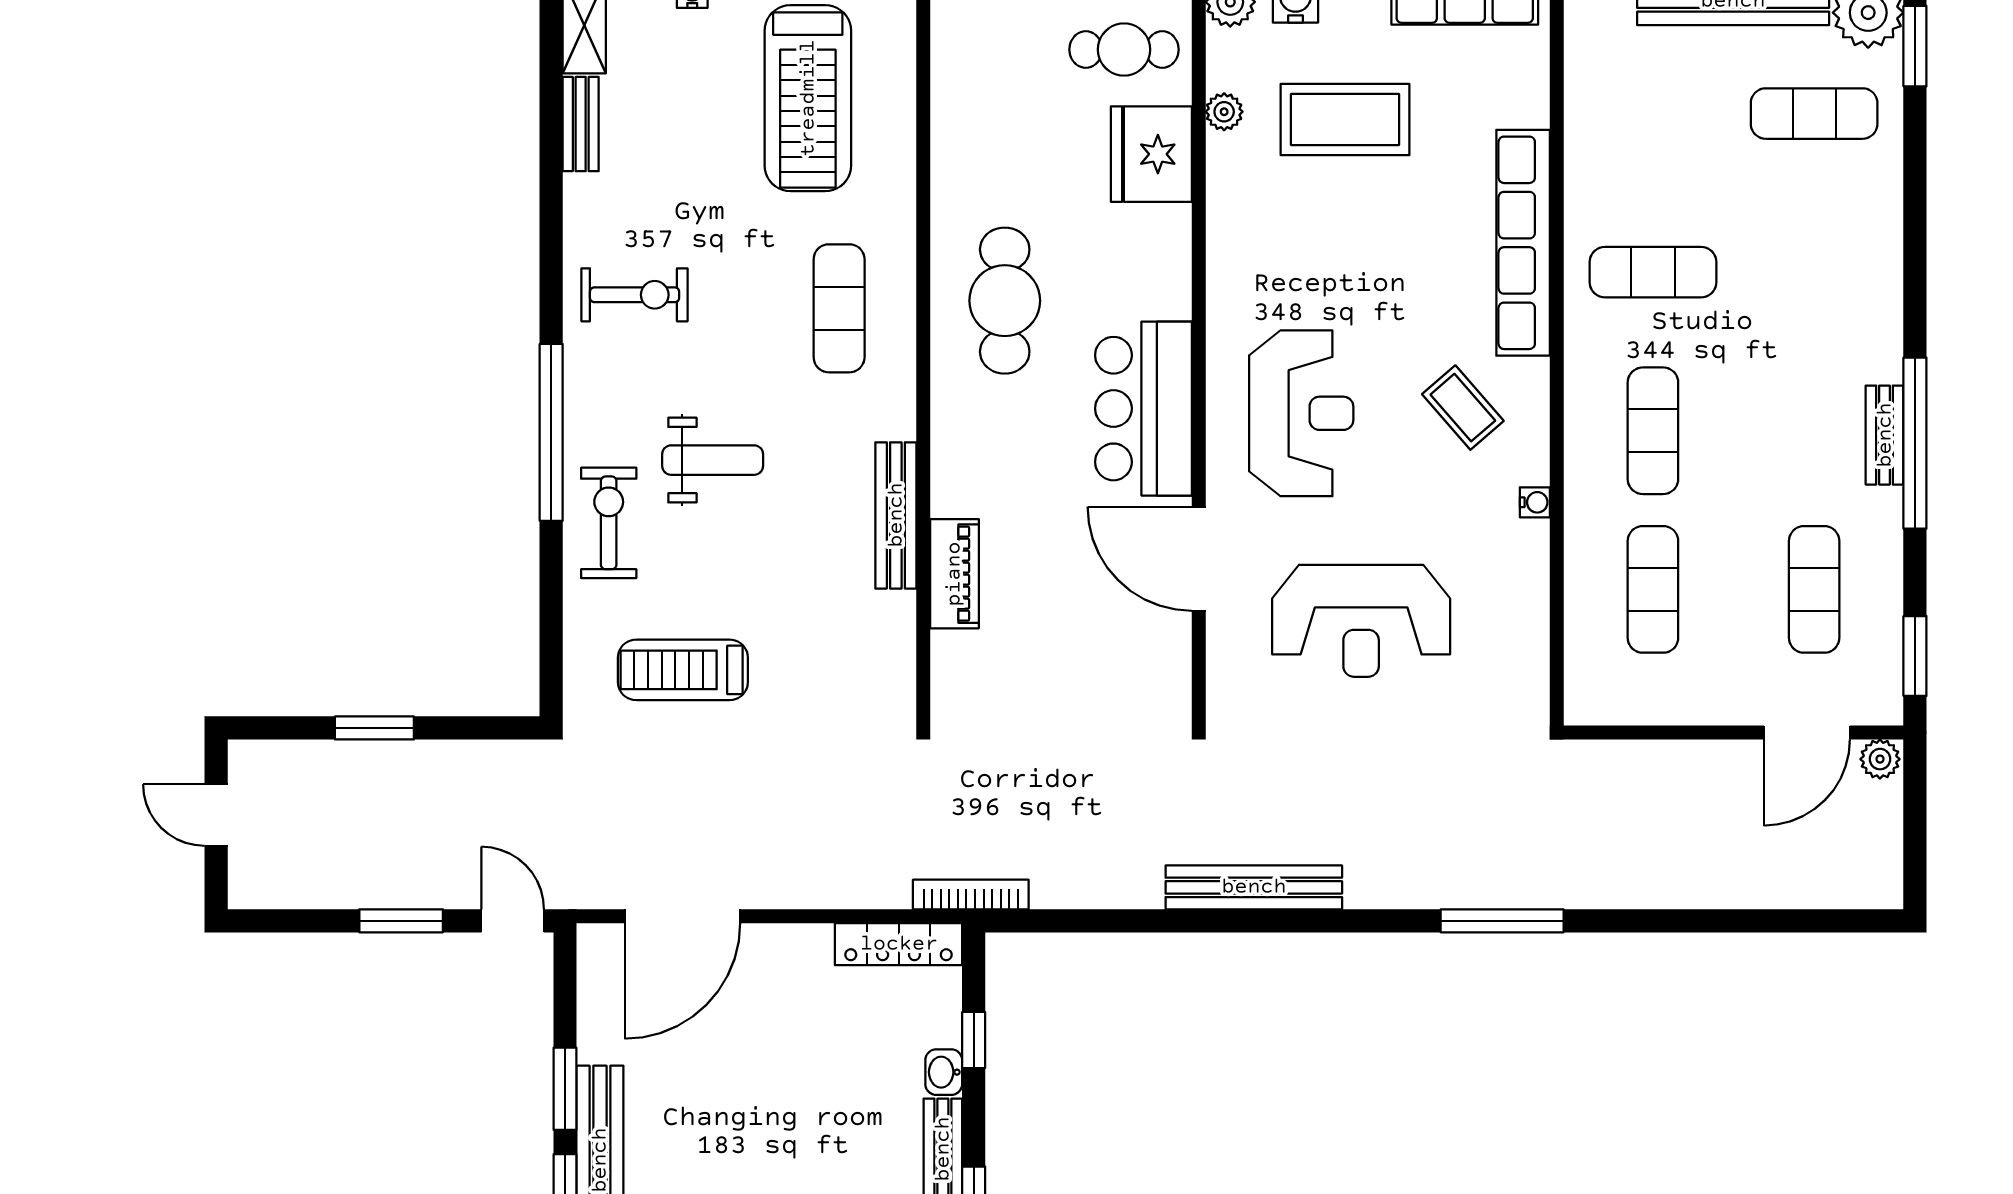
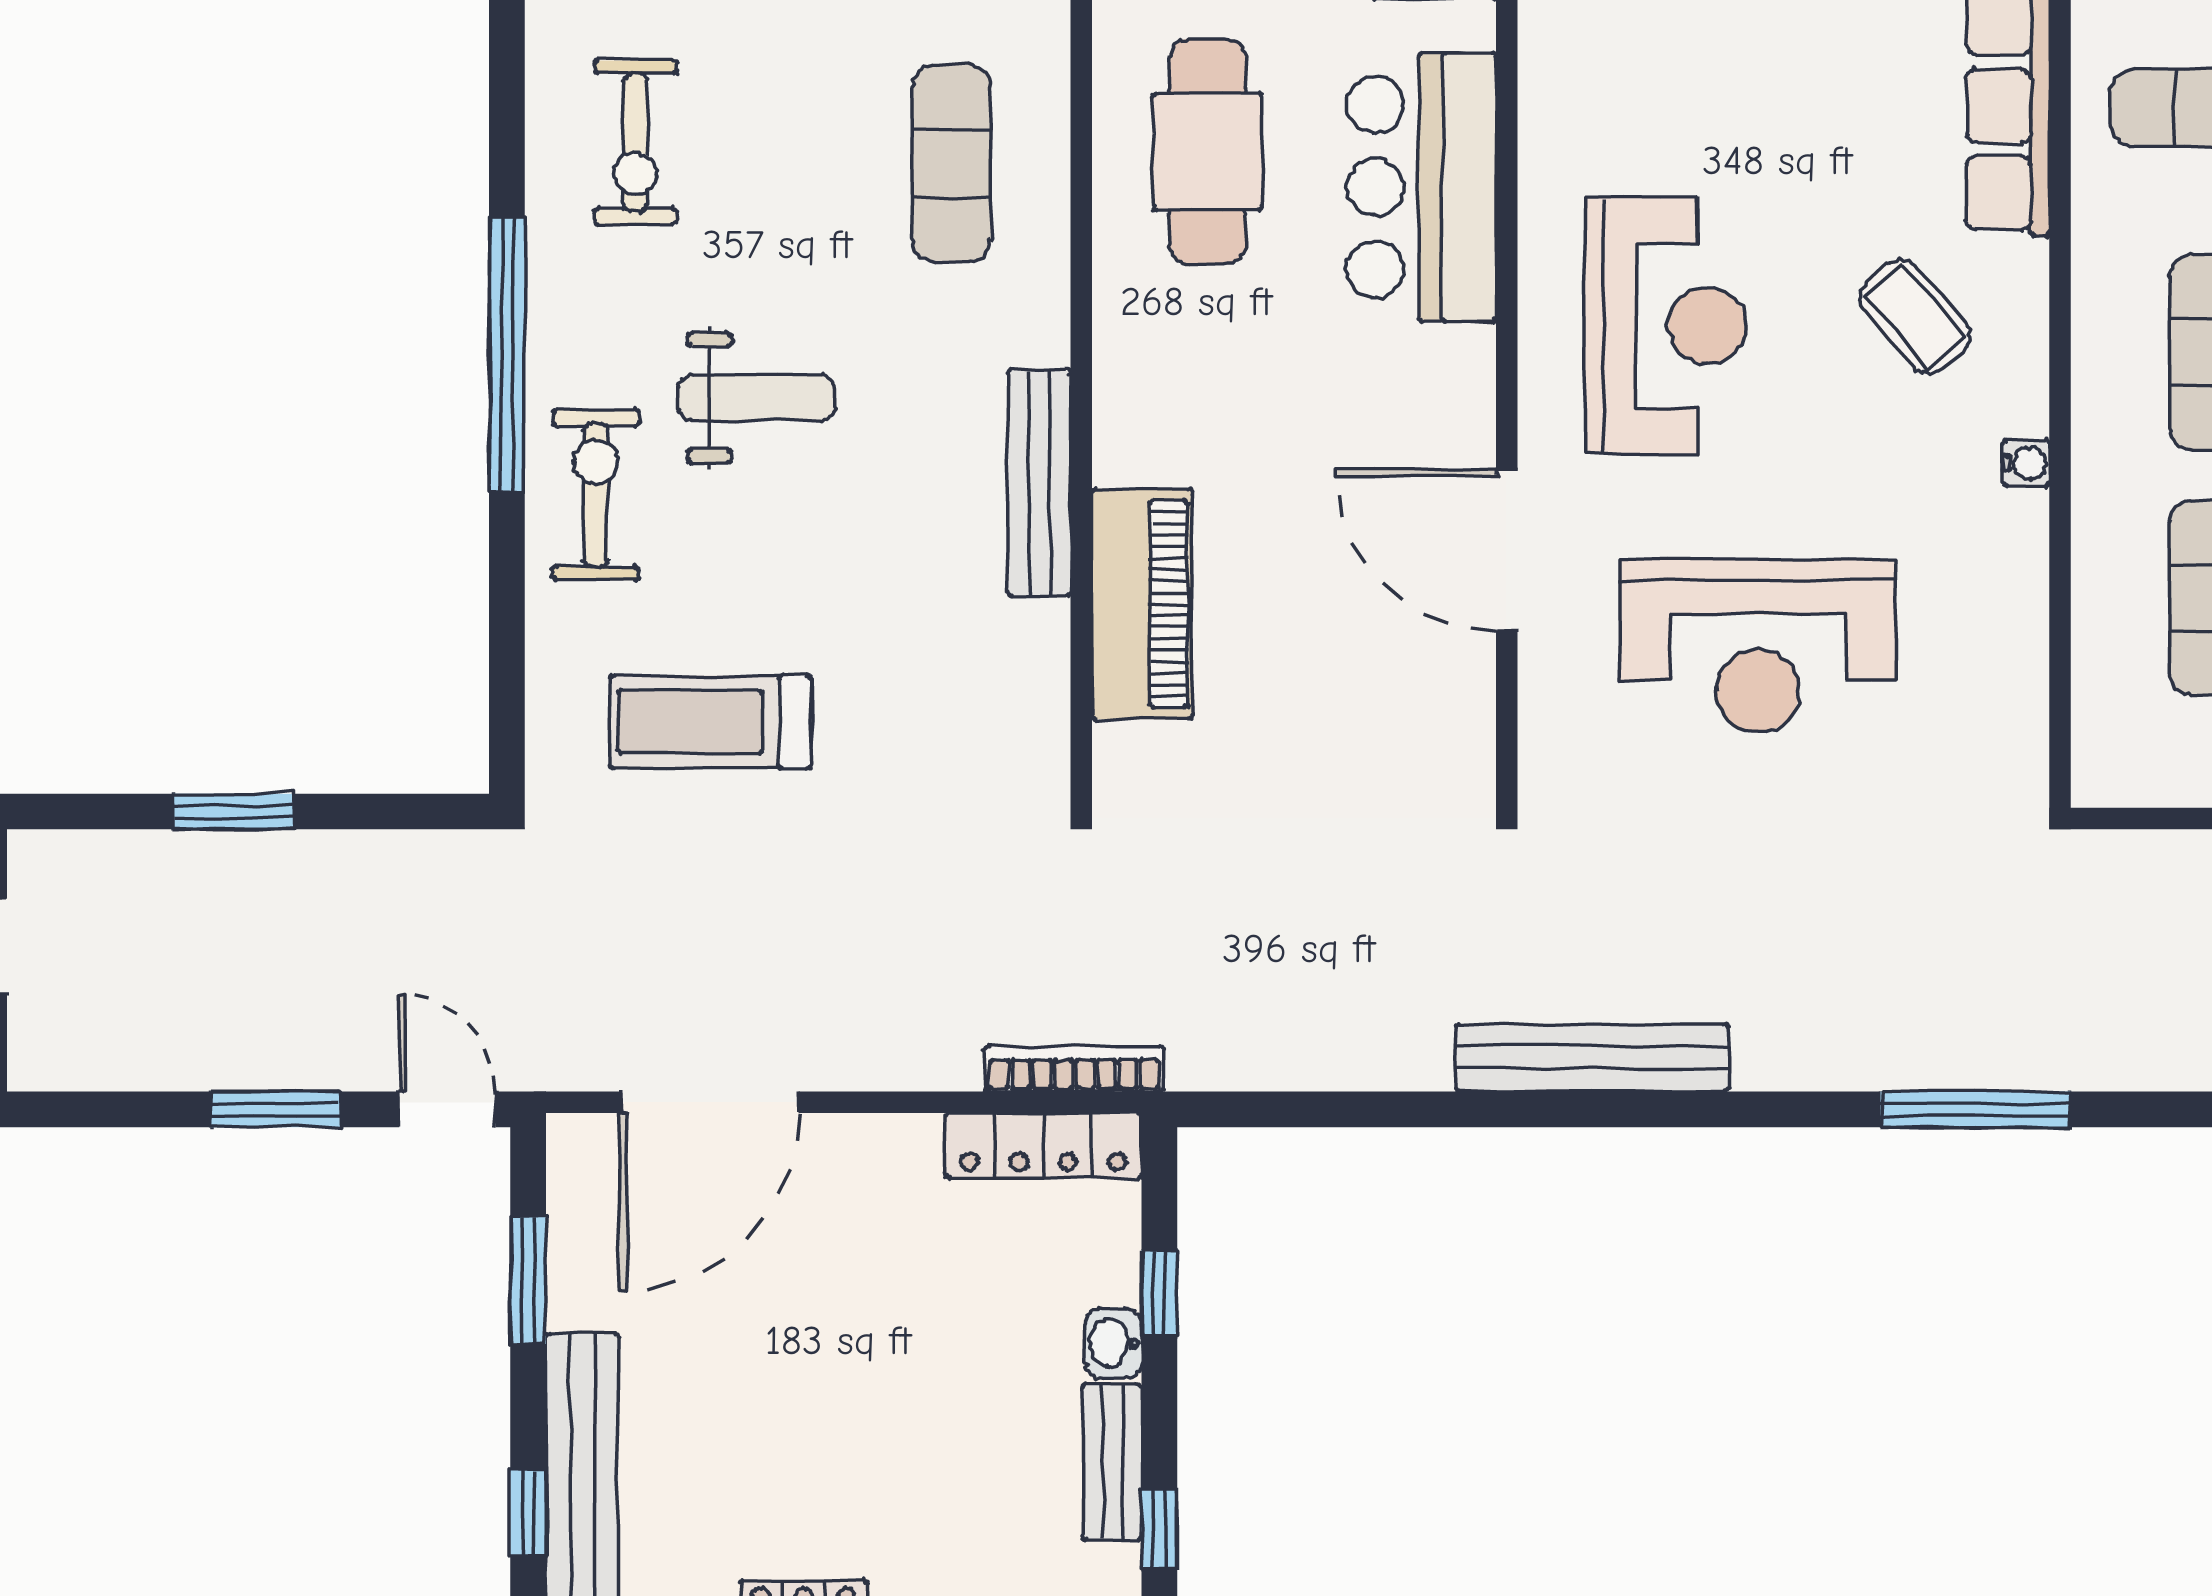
exercise bike: (635, 295) -> (636, 142), turned 90
bar counter: (1143, 409) -> (1422, 187), moved
piano: (954, 574) -> (1142, 604), width x1.37, depth x1.33
bookcase: (971, 895) -> (1074, 1069), moved
window: (565, 1089) -> (528, 1280), moved

